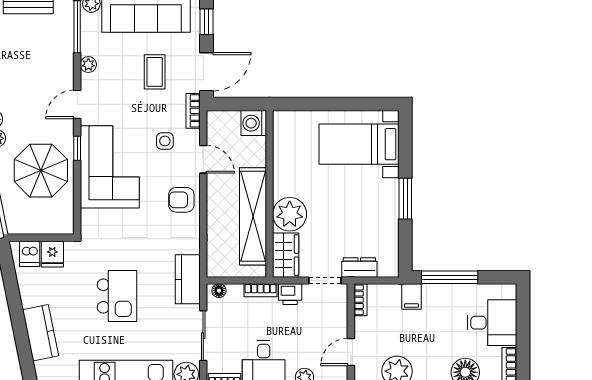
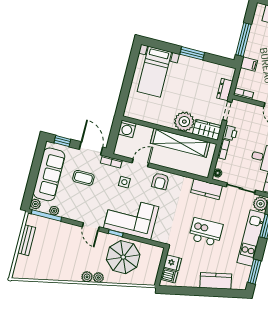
plant: (88, 65) -> (54, 211), moved

